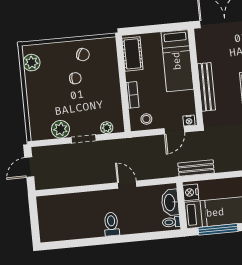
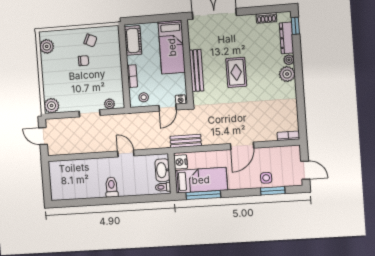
plant: (60, 129) -> (52, 106), moved
door: (29, 167) -> (43, 136), hinge flipped

